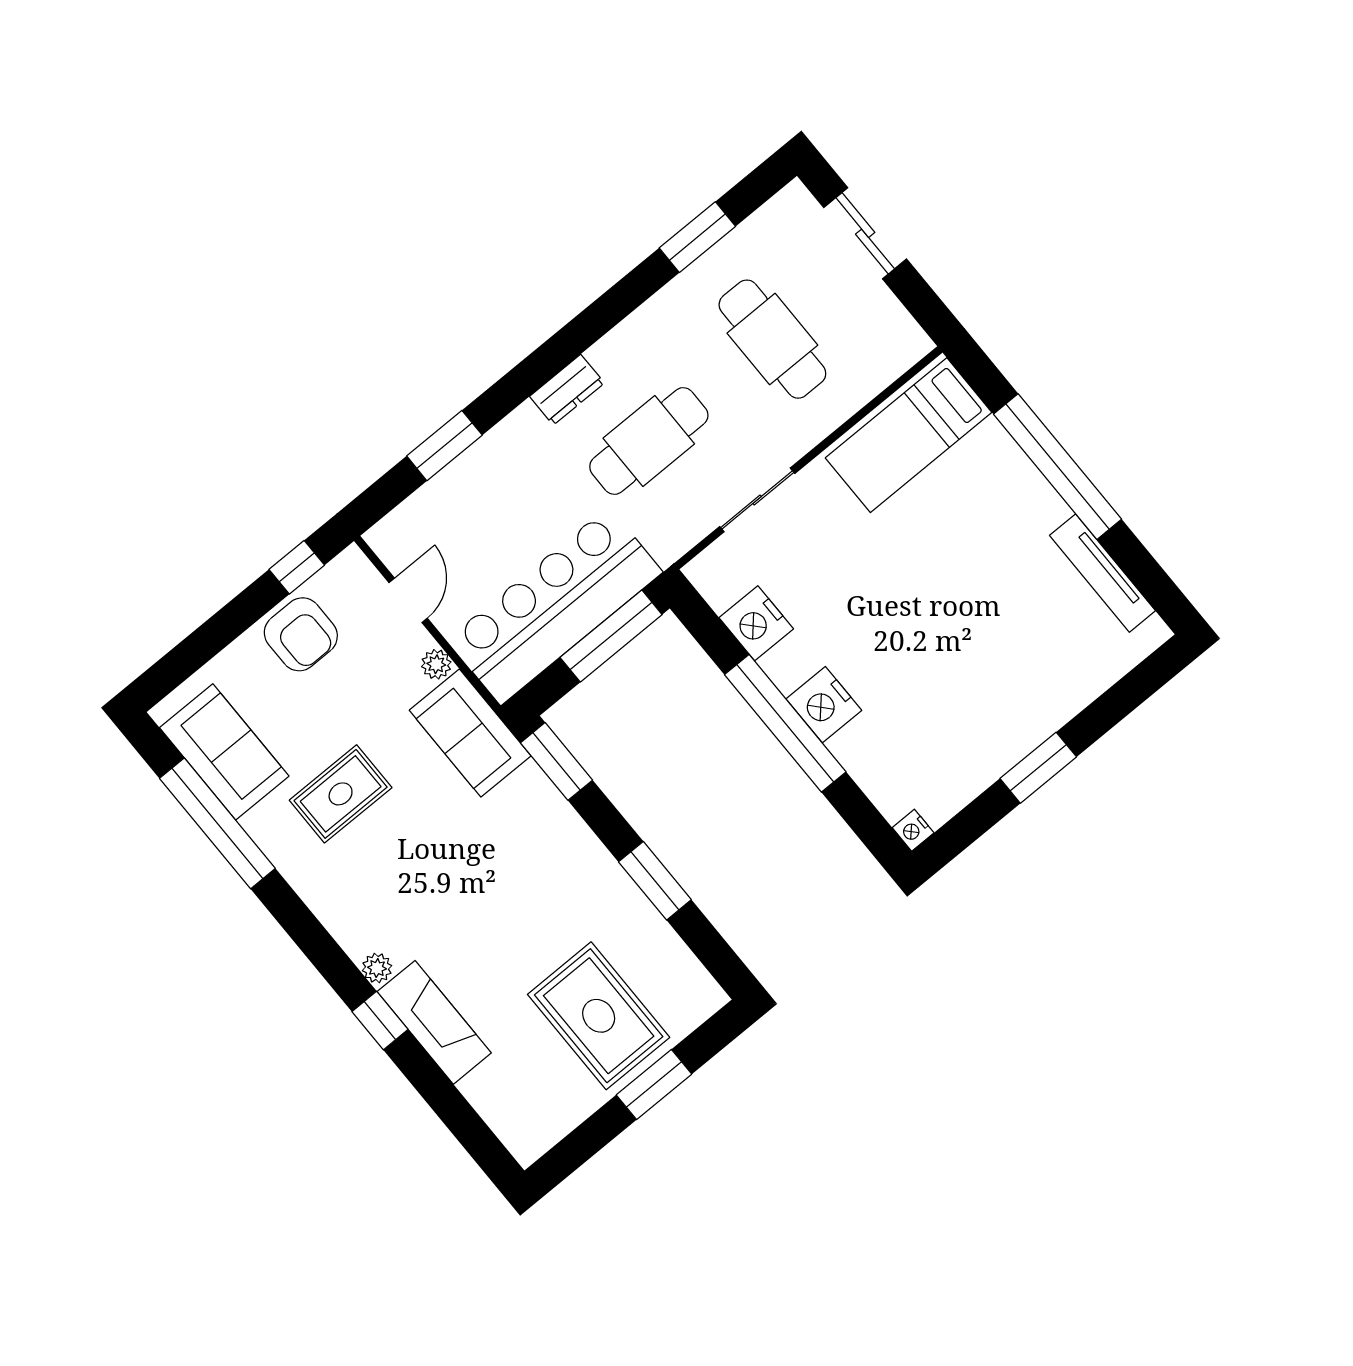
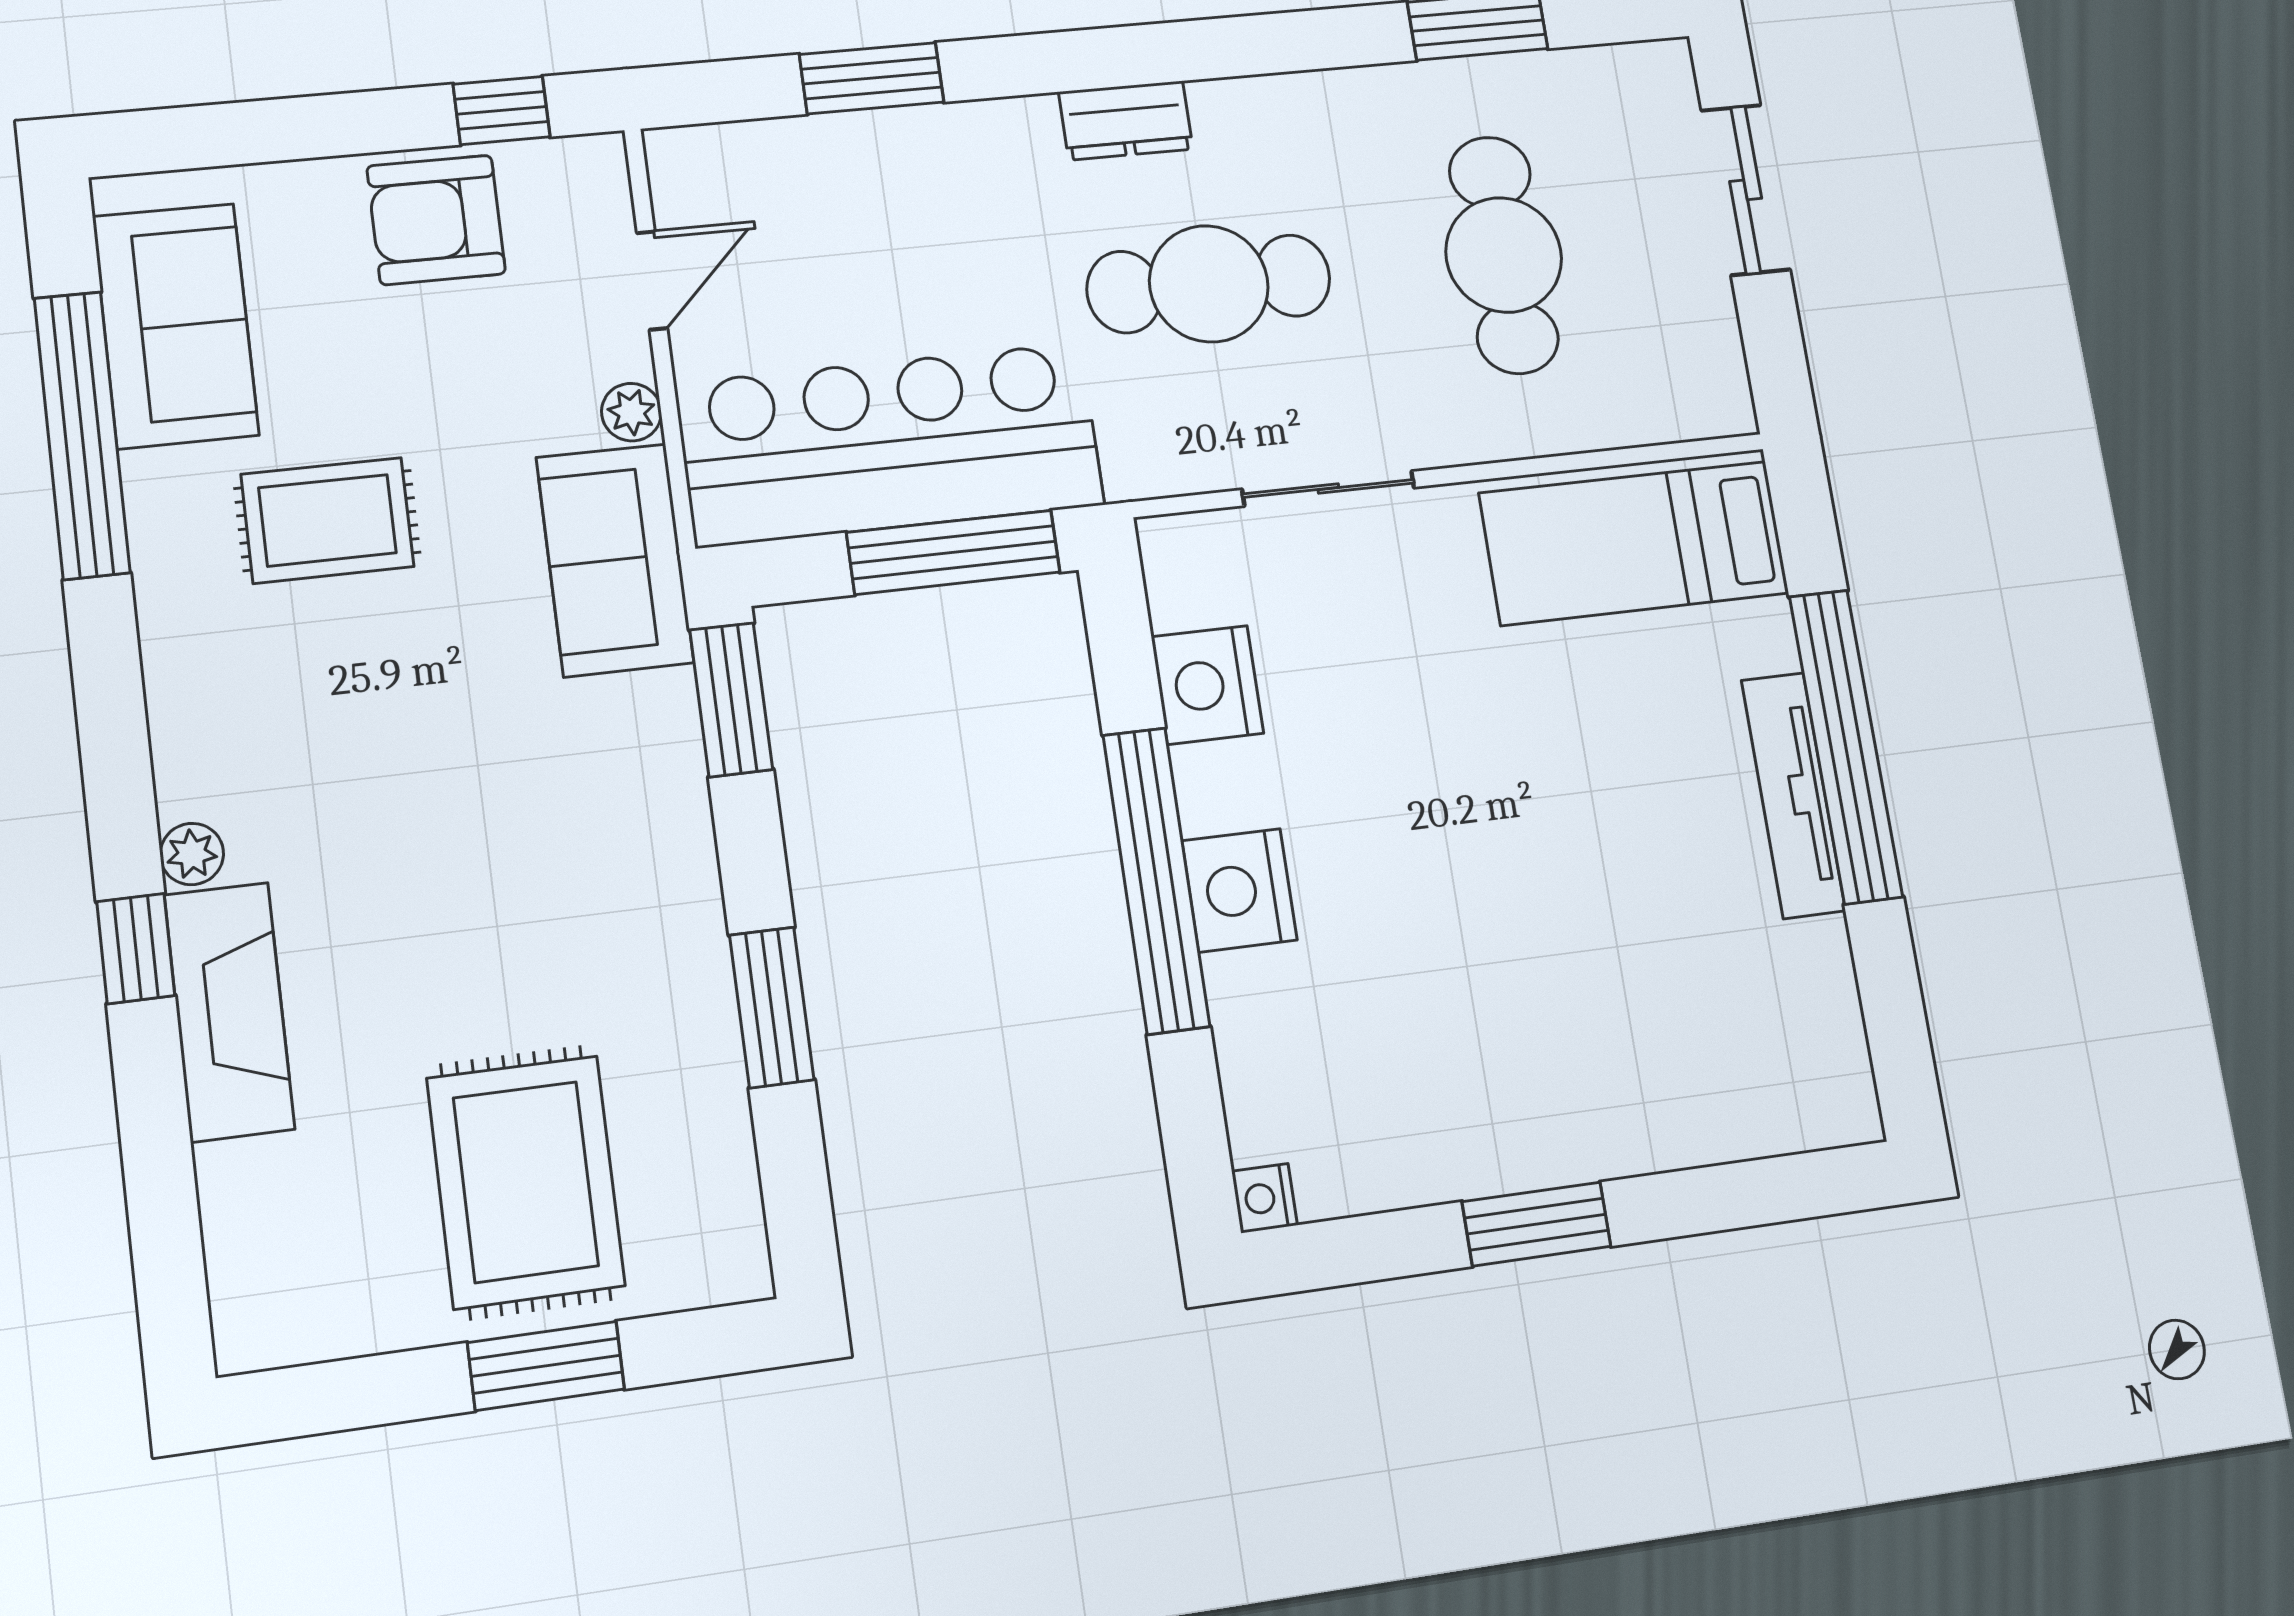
tv unit: (1102, 573) -> (1793, 795), moved
armchair: (301, 634) -> (436, 220), turned 90

